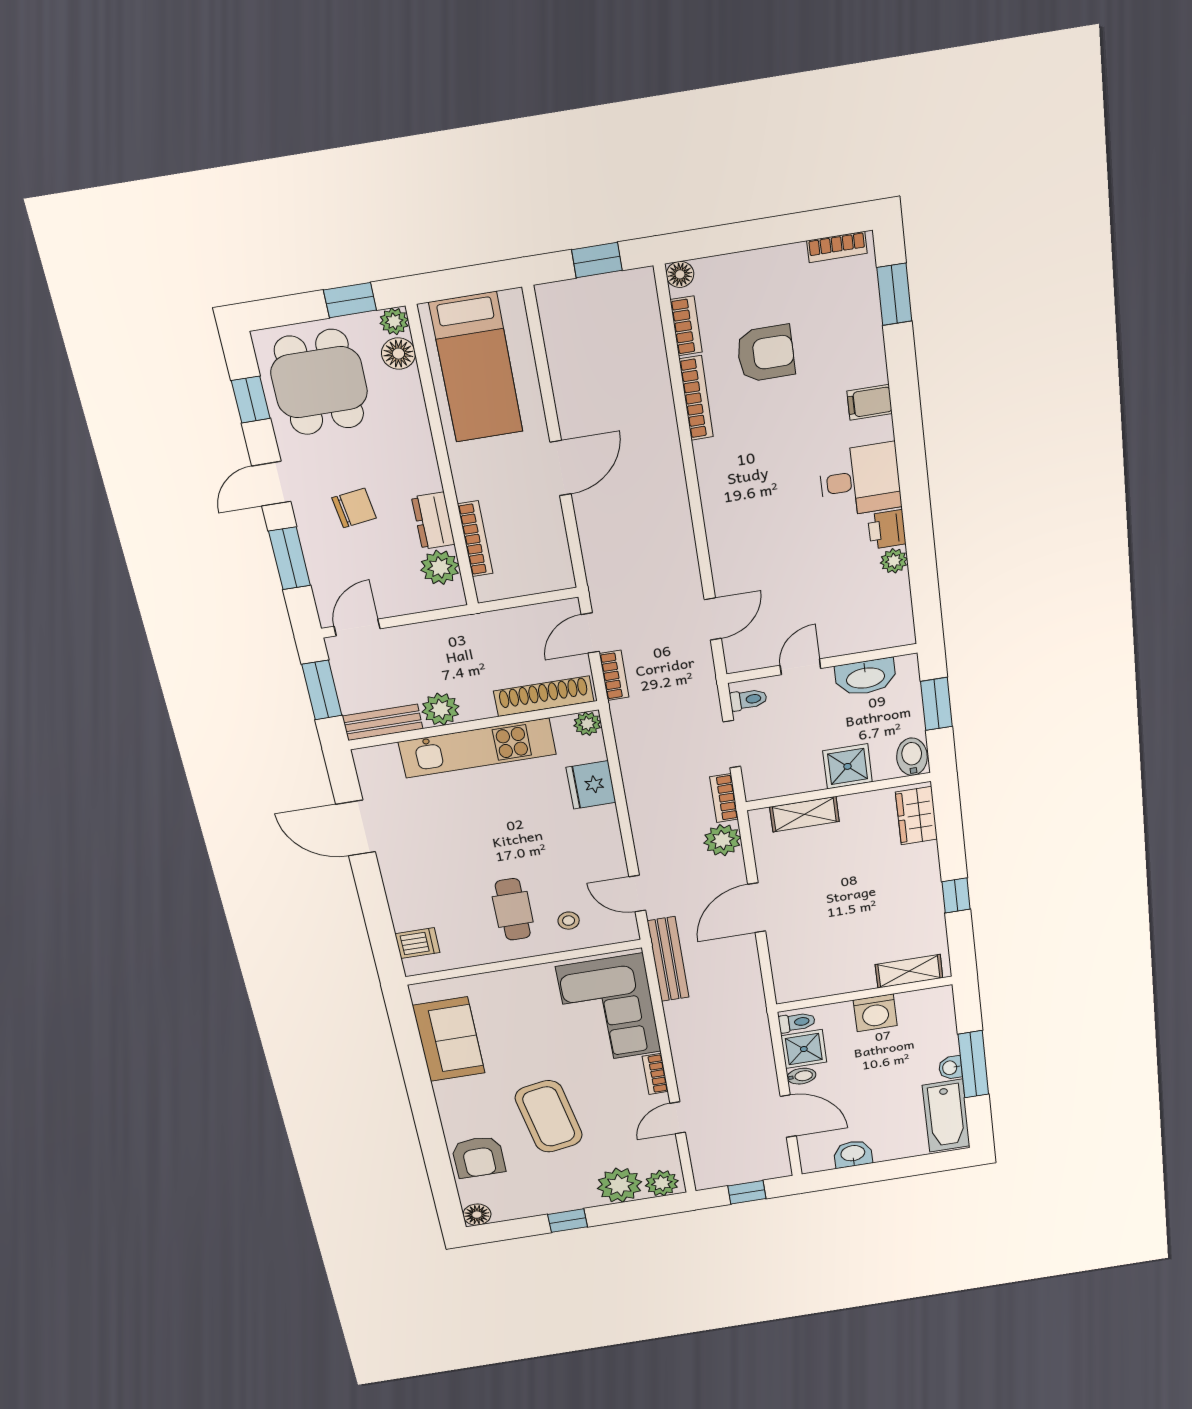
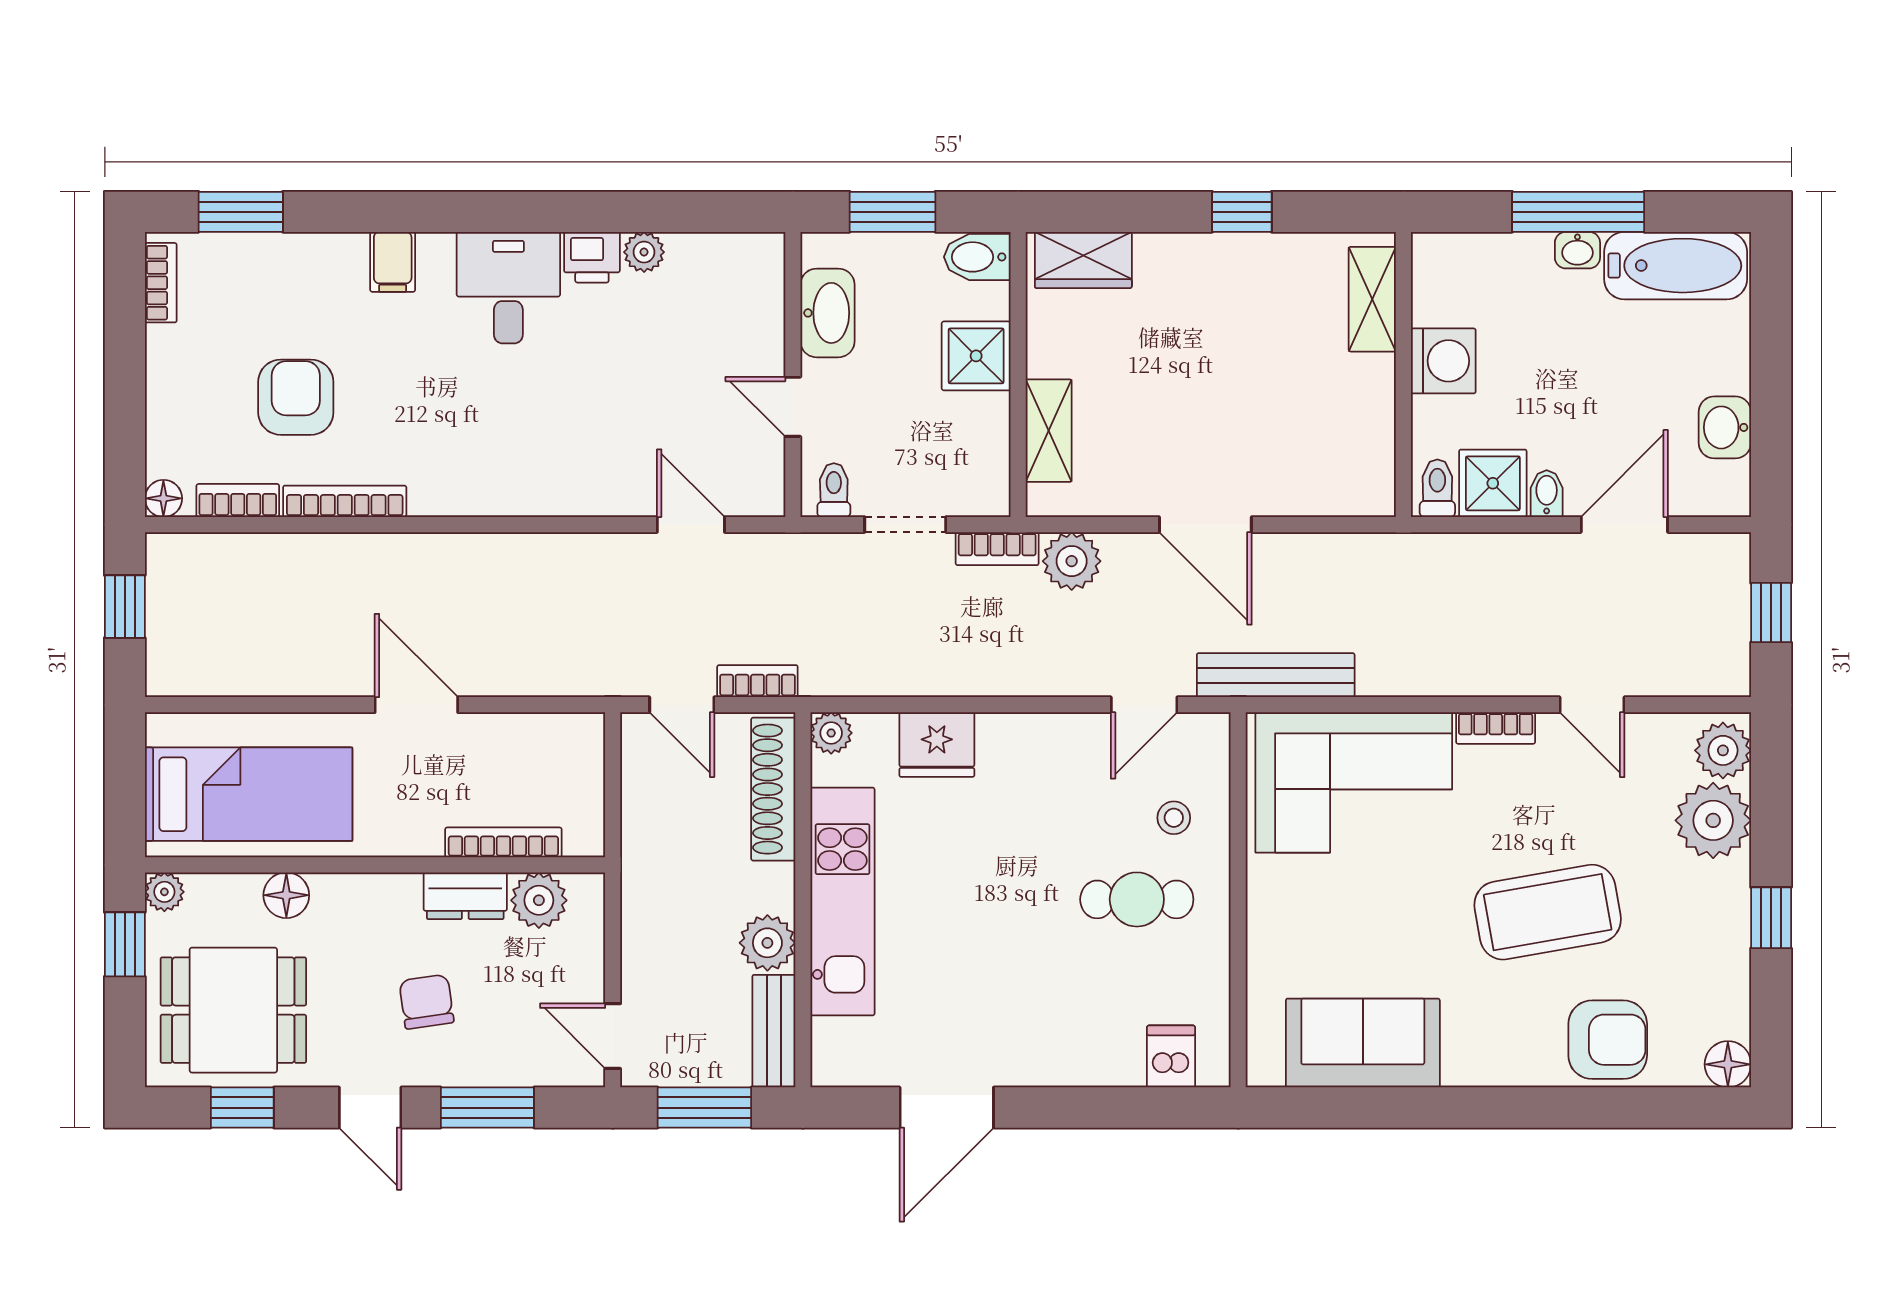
floor lamp: (398, 354) -> (286, 895), moved

